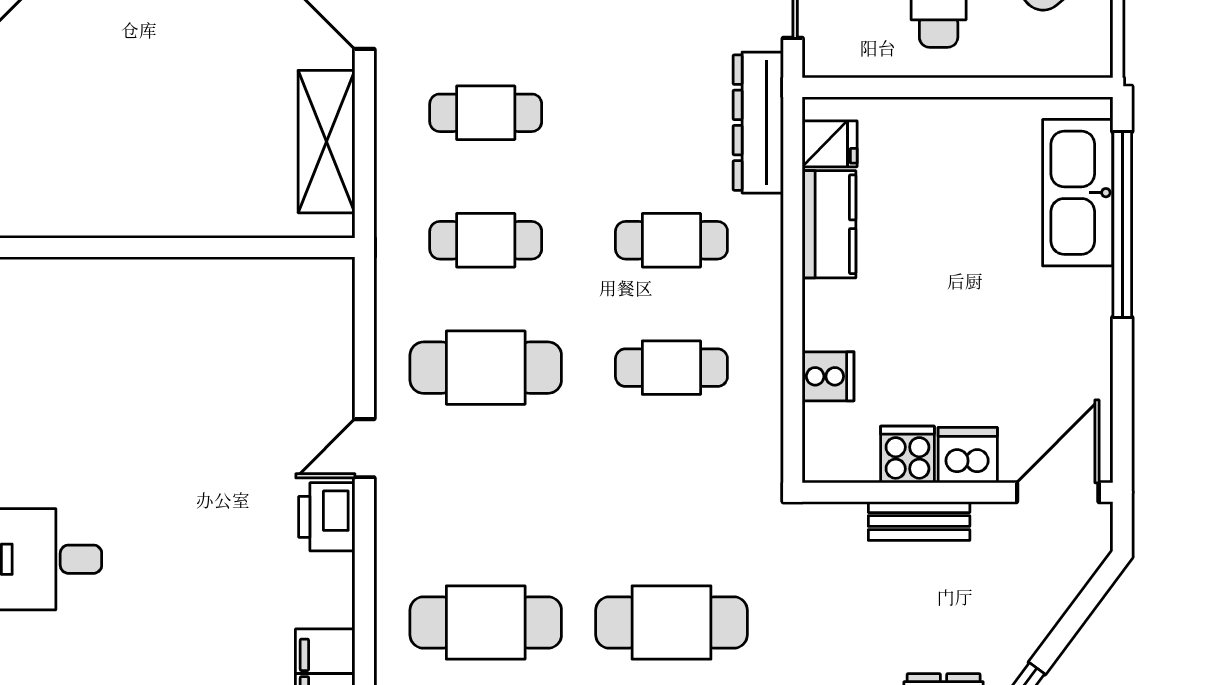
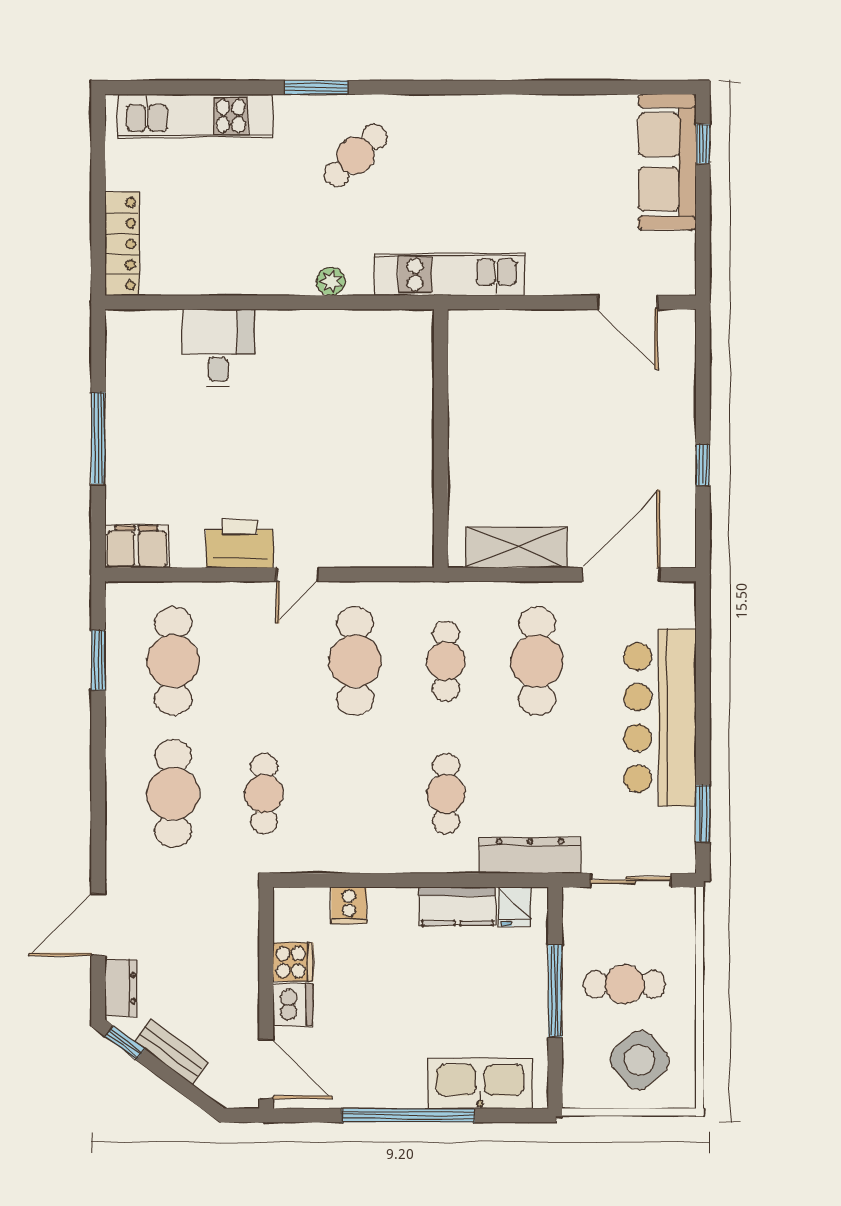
window: (948, 87) -> (555, 991), added
cafe table: (486, 113) -> (537, 661), width x1.37, depth x1.35
window: (1122, 224) -> (408, 1115), moved
cafe table: (671, 368) -> (264, 794), moved
door: (364, 448) -> (297, 574), swing flipped
printer: (327, 517) -> (239, 544), width x1.37, depth x1.19
bench: (919, 521) -> (171, 1052), moved, turned -53

